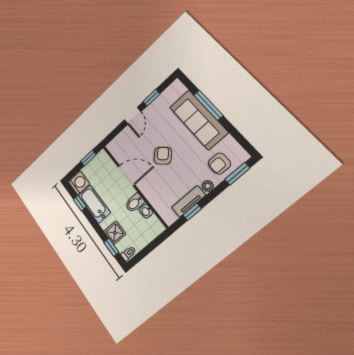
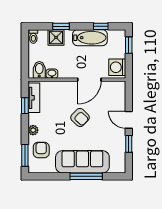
window: (88, 158) -> (129, 45), moved
washing machine: (79, 183) -> (117, 67), moved, turned 90
tv unit: (189, 201) -> (34, 98), moved
bidet: (135, 203) -> (39, 70), moved
window: (111, 247) -> (61, 26), moved

